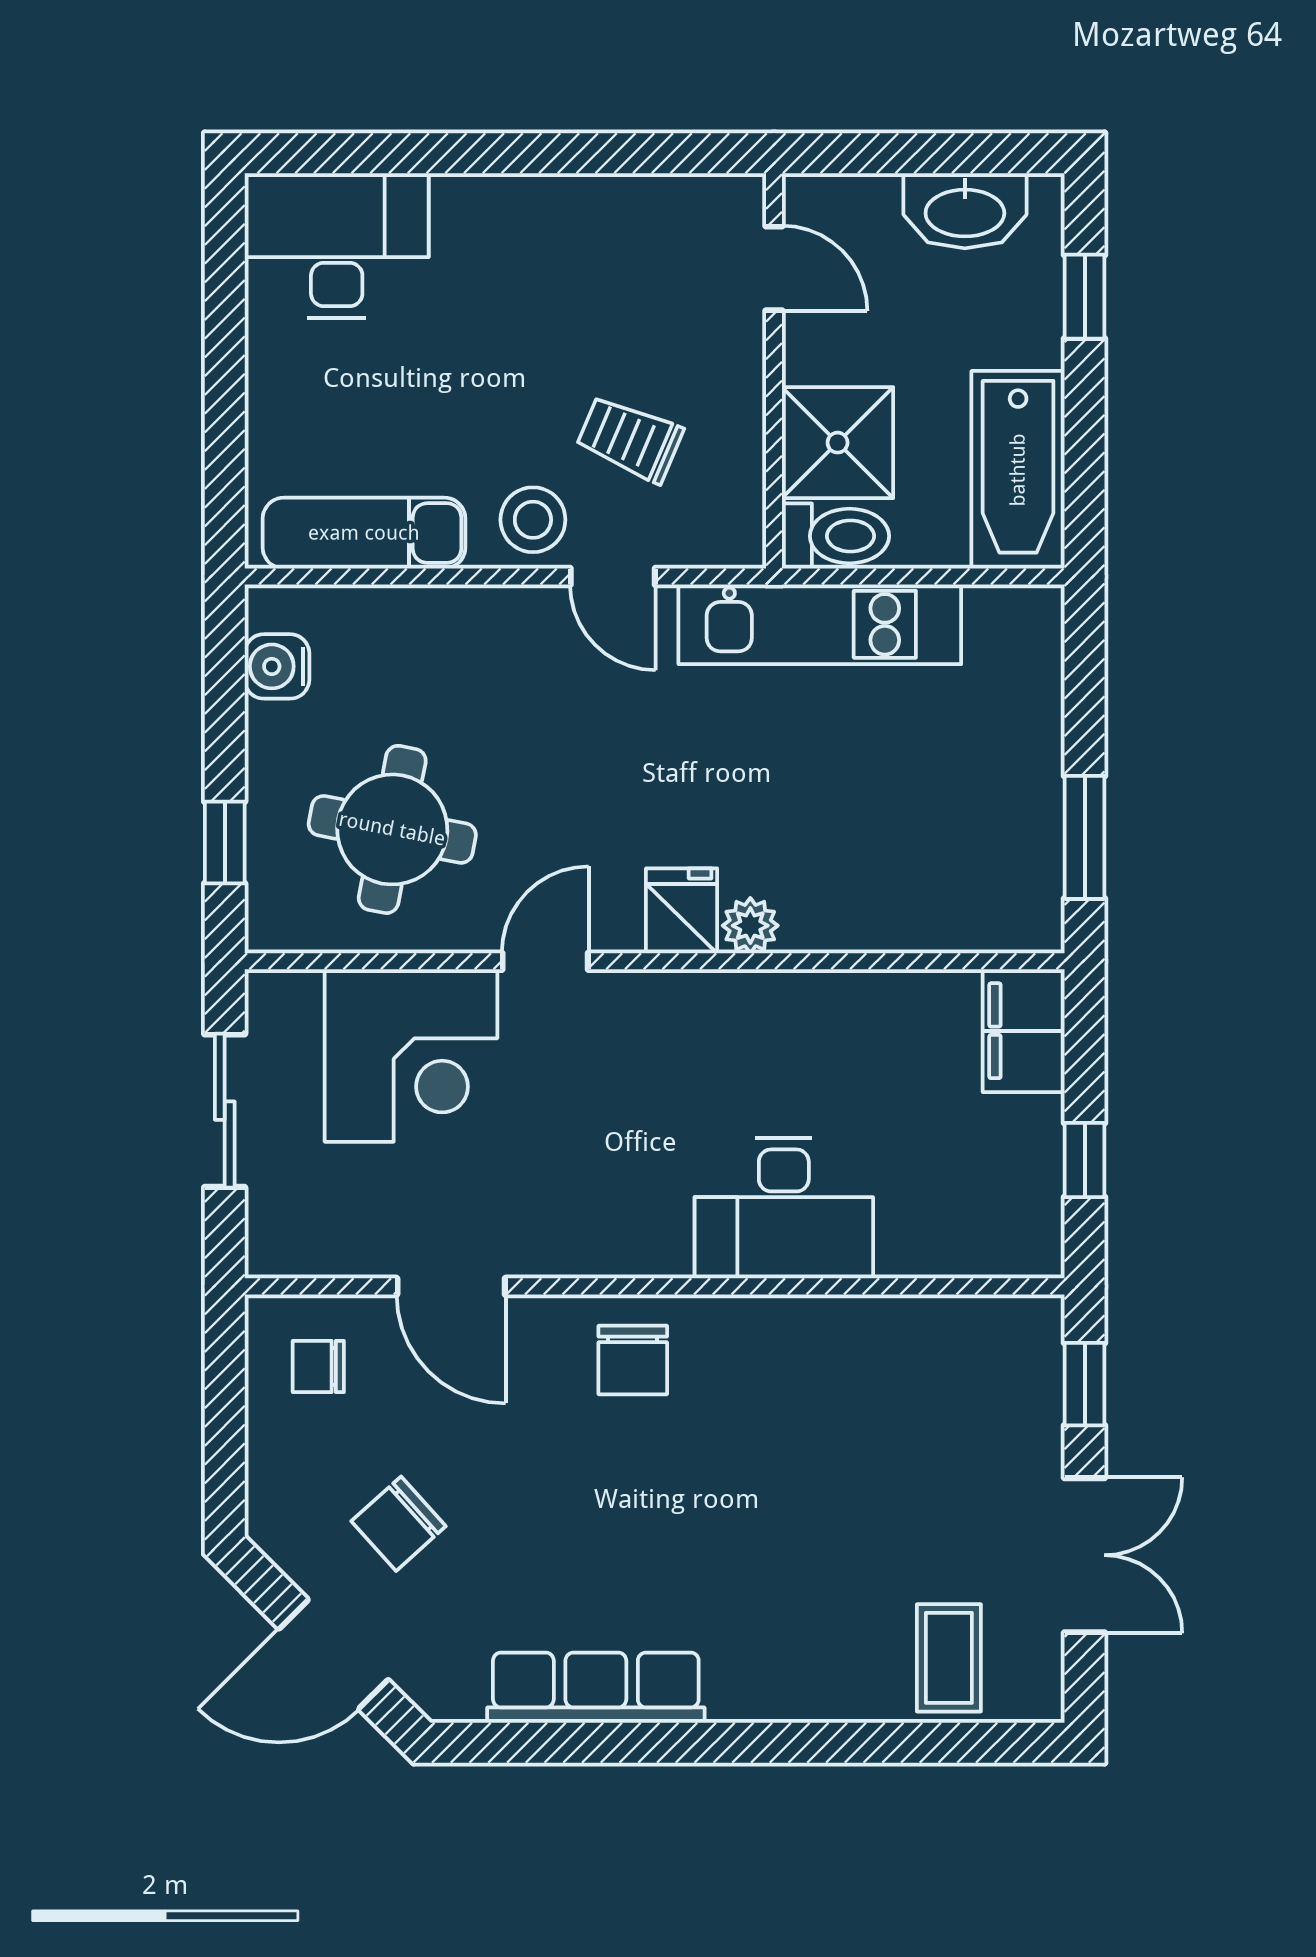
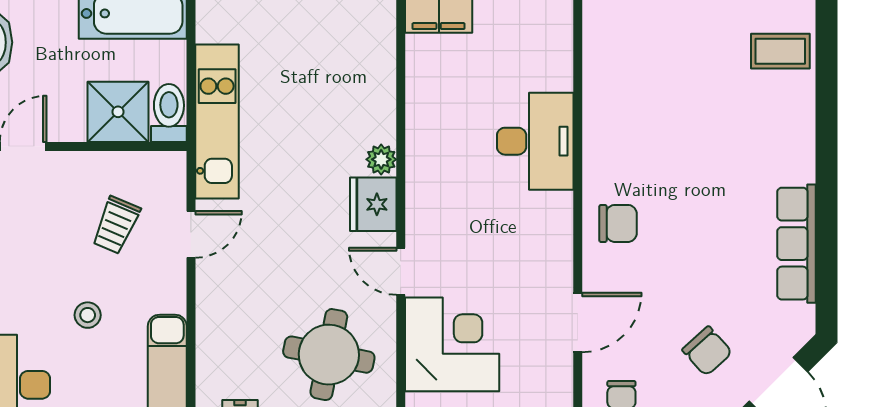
stool: (533, 520) -> (88, 315), moved, width x0.73, depth x0.73
fridge: (682, 911) -> (373, 204), width x1.38

